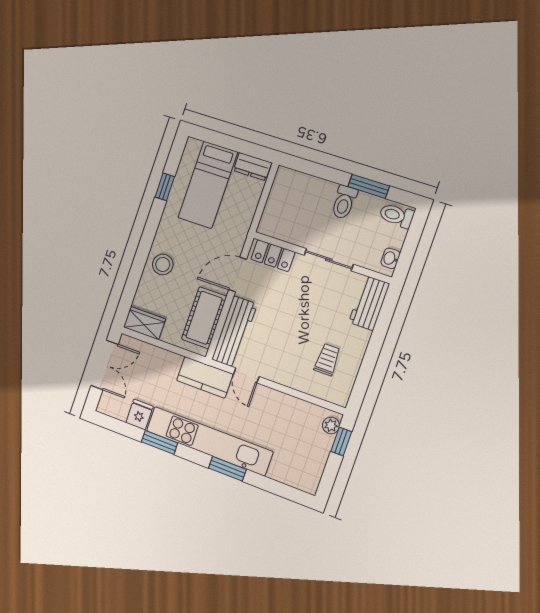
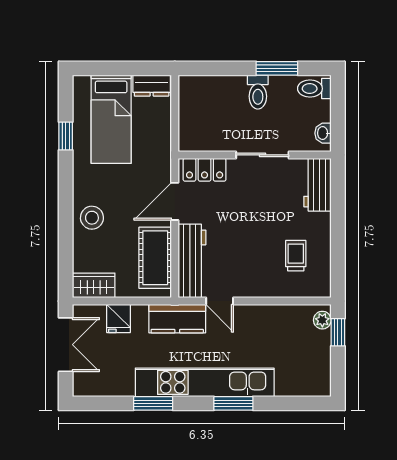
fridge: (139, 415) -> (118, 319), moved, turned 180

